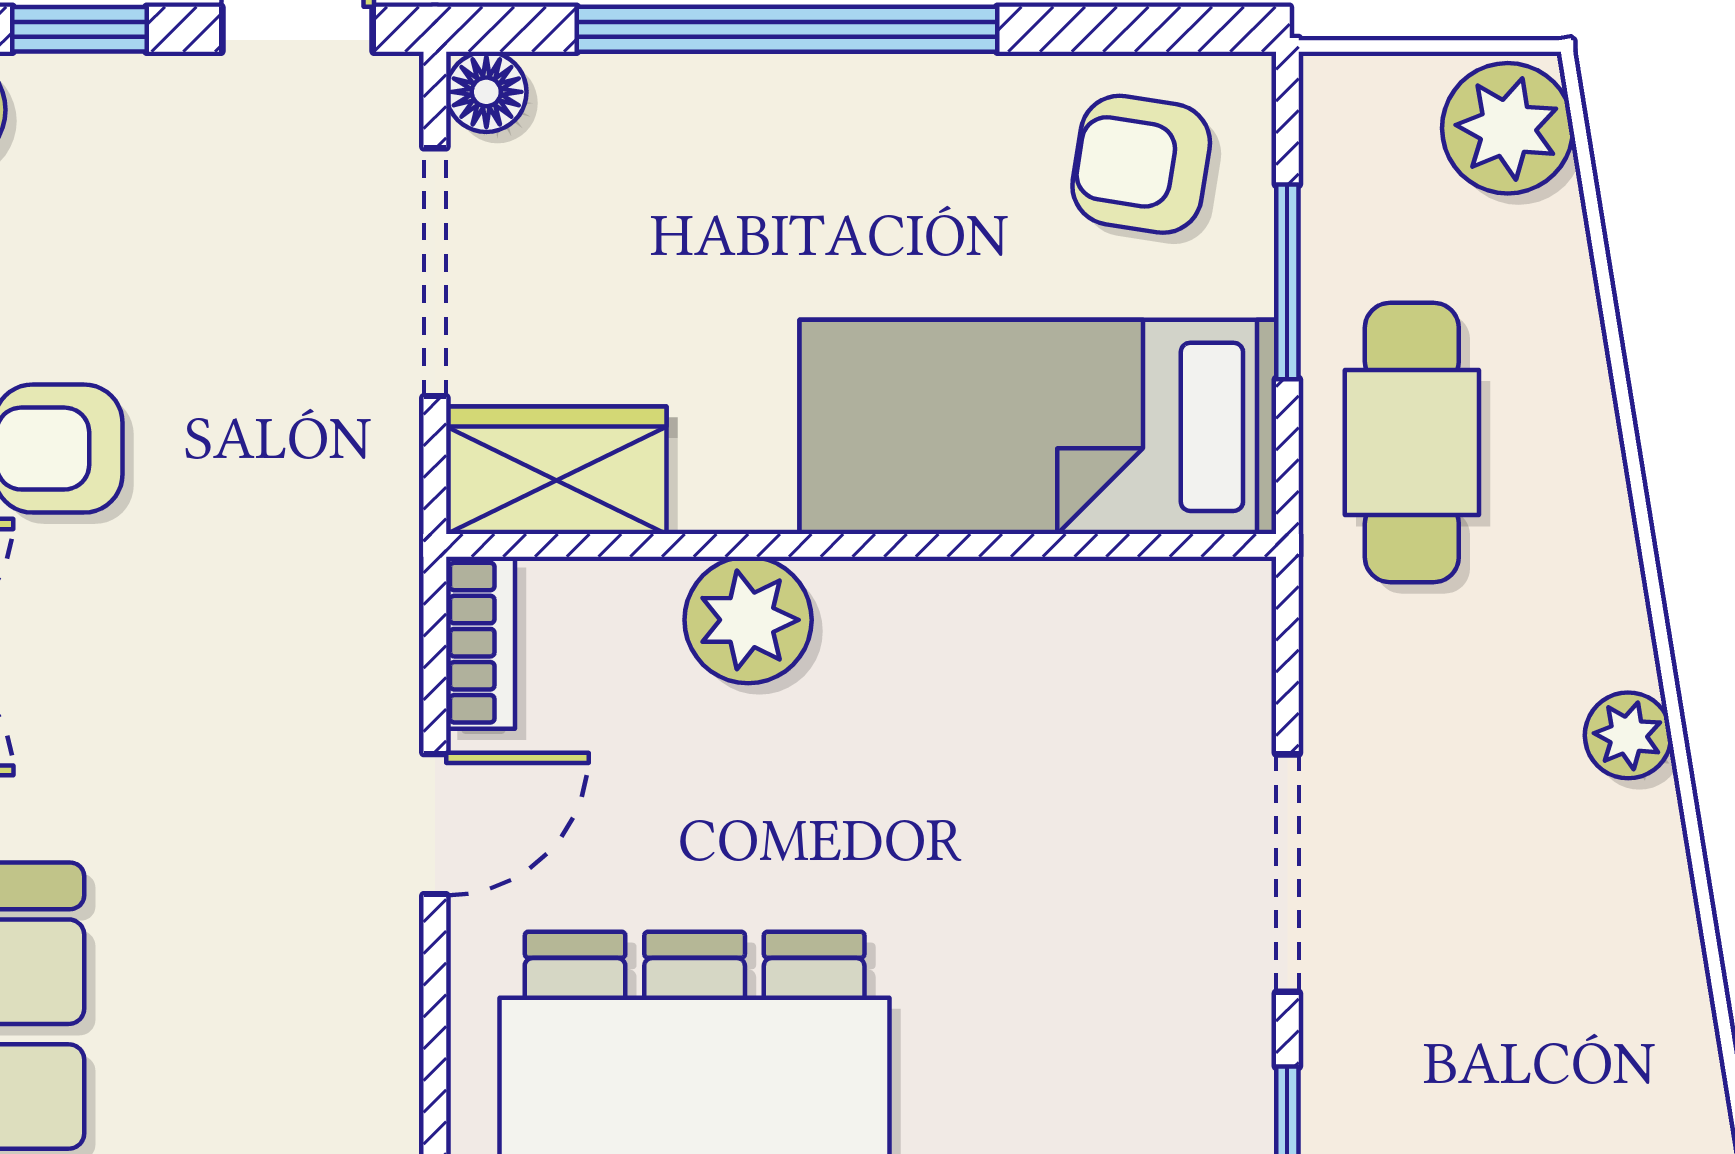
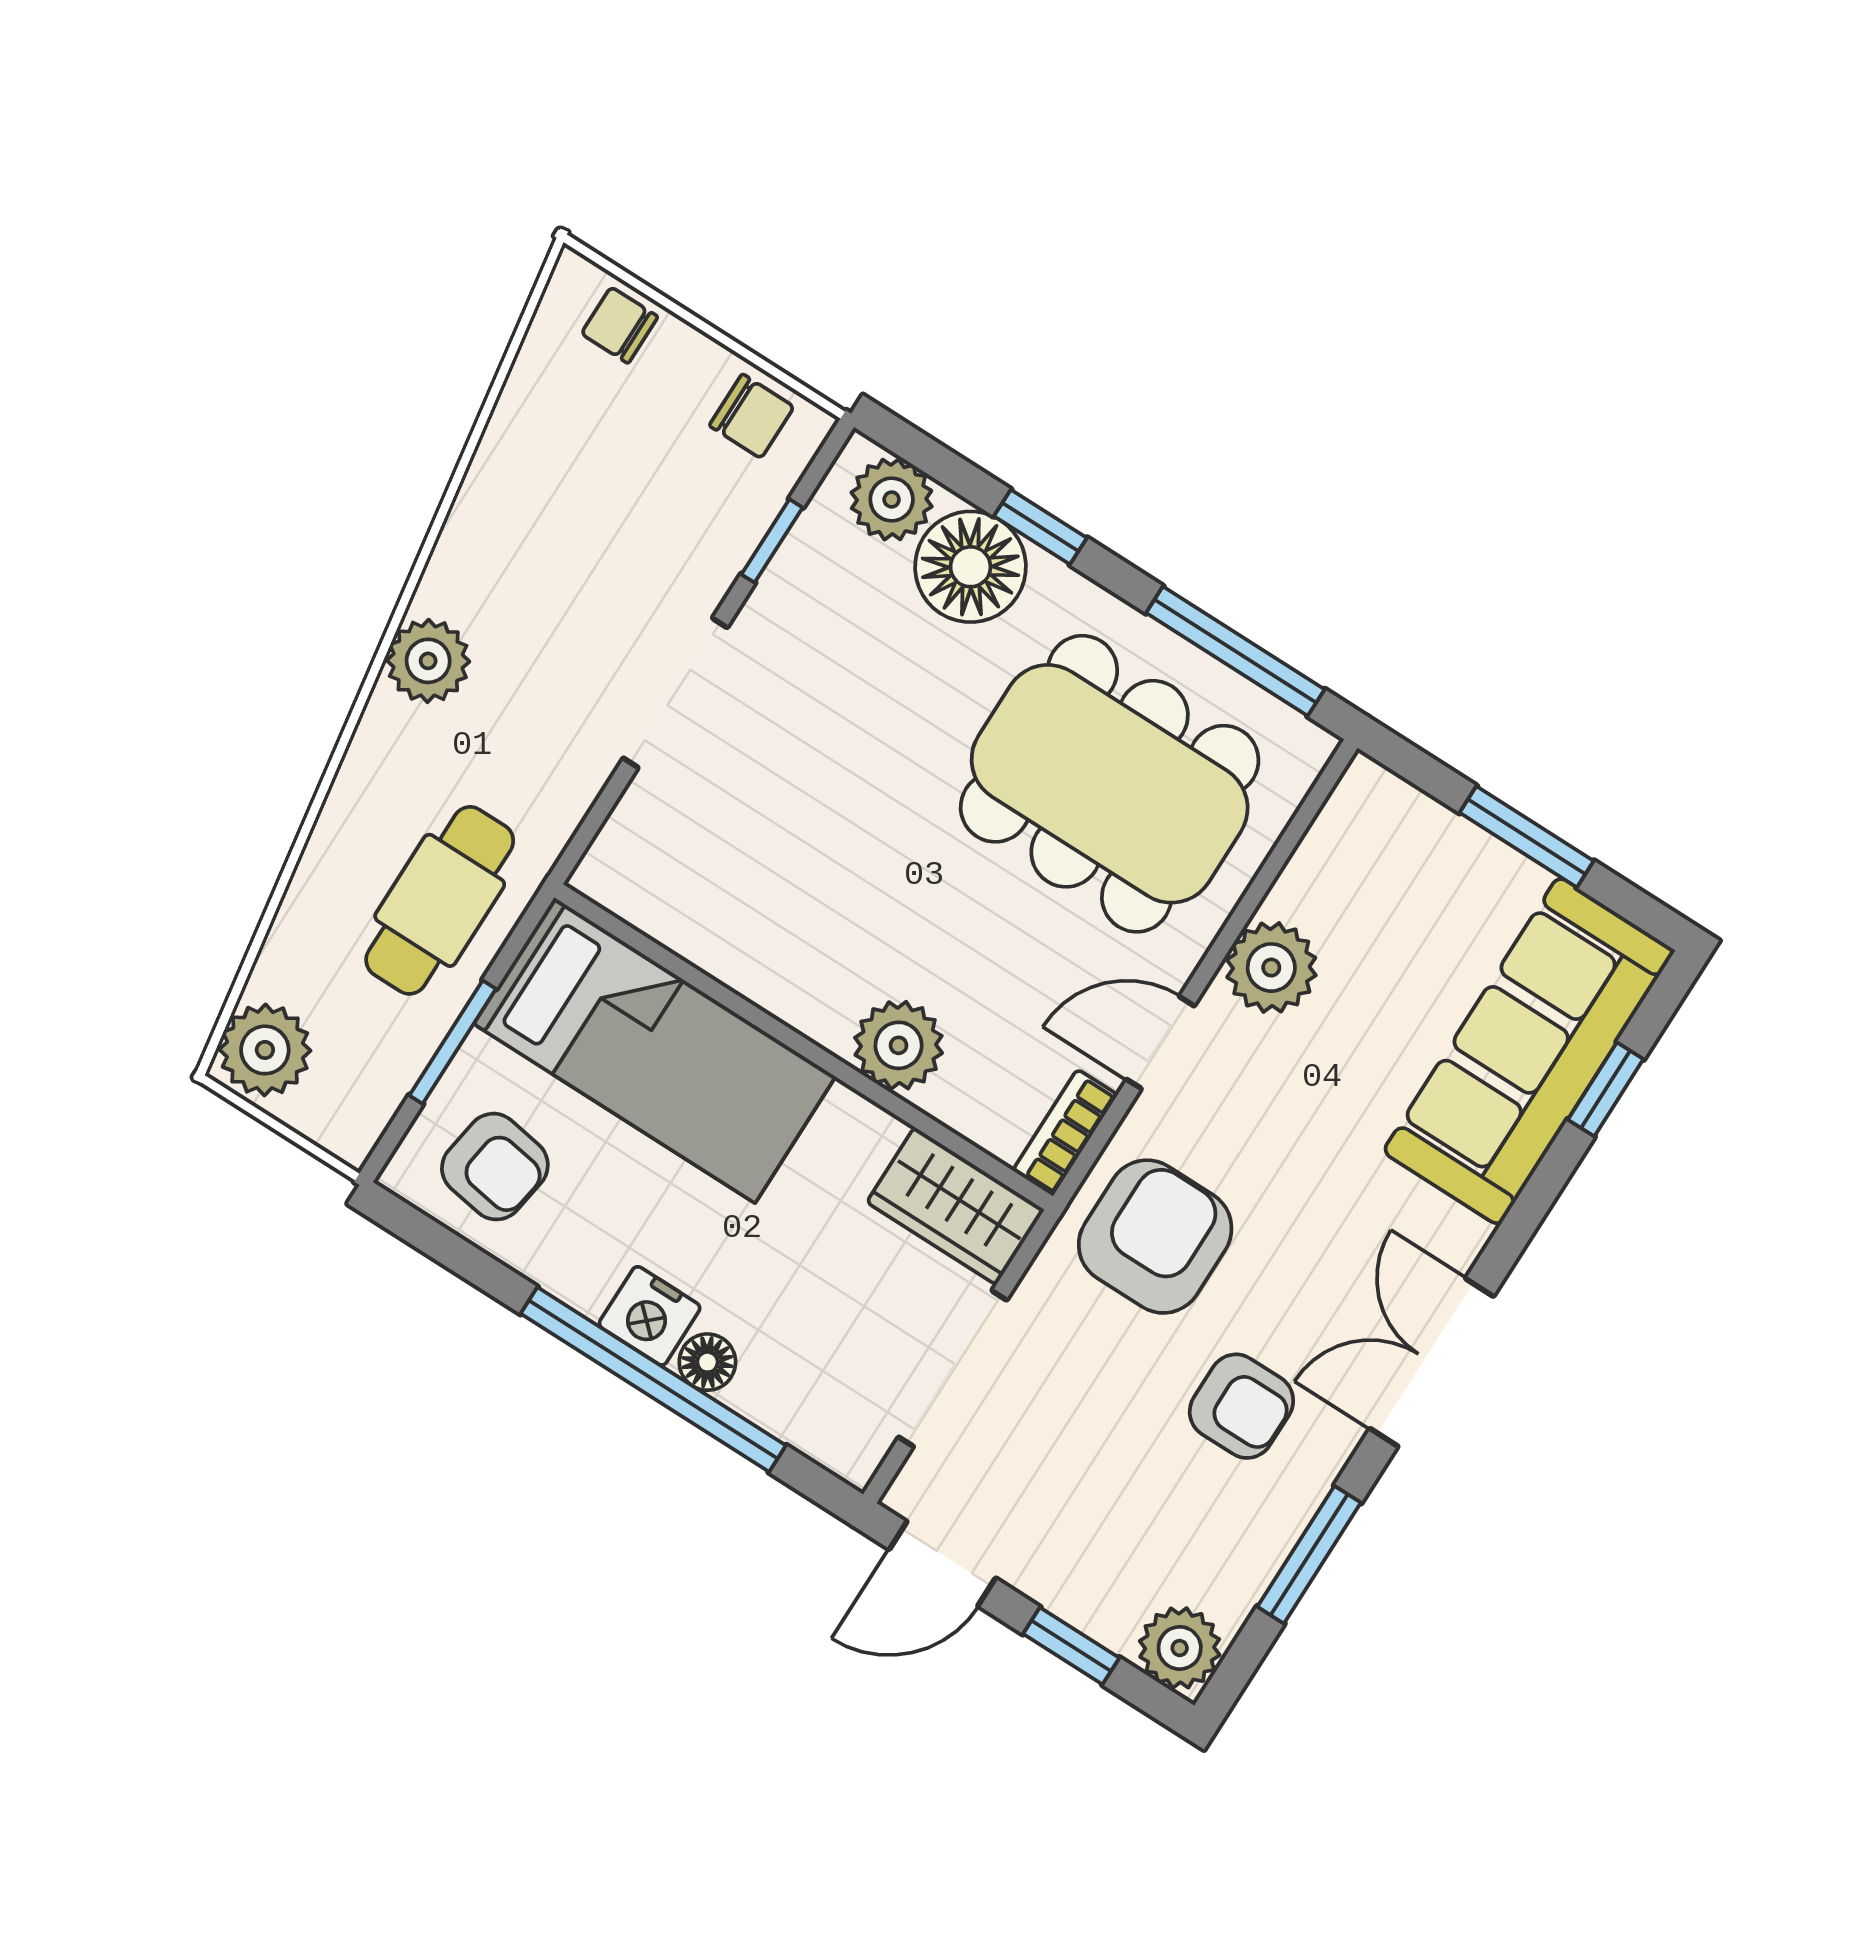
floor lamp: (486, 92) -> (707, 1362), moved
nightstand: (840, 103) -> (650, 1316), added
armchair: (292, 587) -> (1155, 1237), added
plant: (1628, 735) -> (428, 661), width x1.38, depth x1.38
plant: (359, 1000) -> (1271, 968), added

